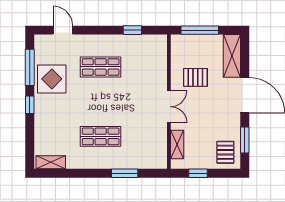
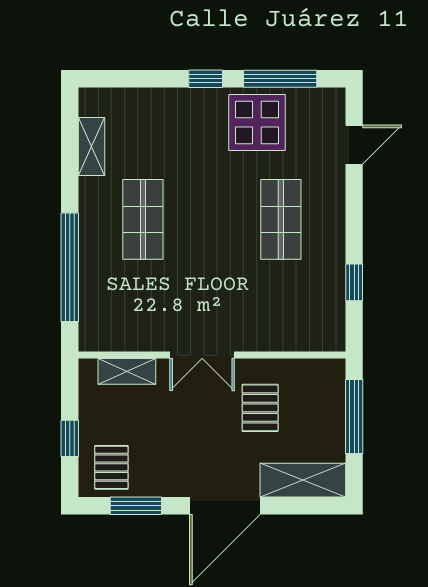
pallet: (225, 152) -> (111, 467), turned 90
shelving: (51, 162) -> (91, 146), moved
window: (125, 173) -> (70, 267), width x2.11
window: (198, 173) -> (70, 438), moved

